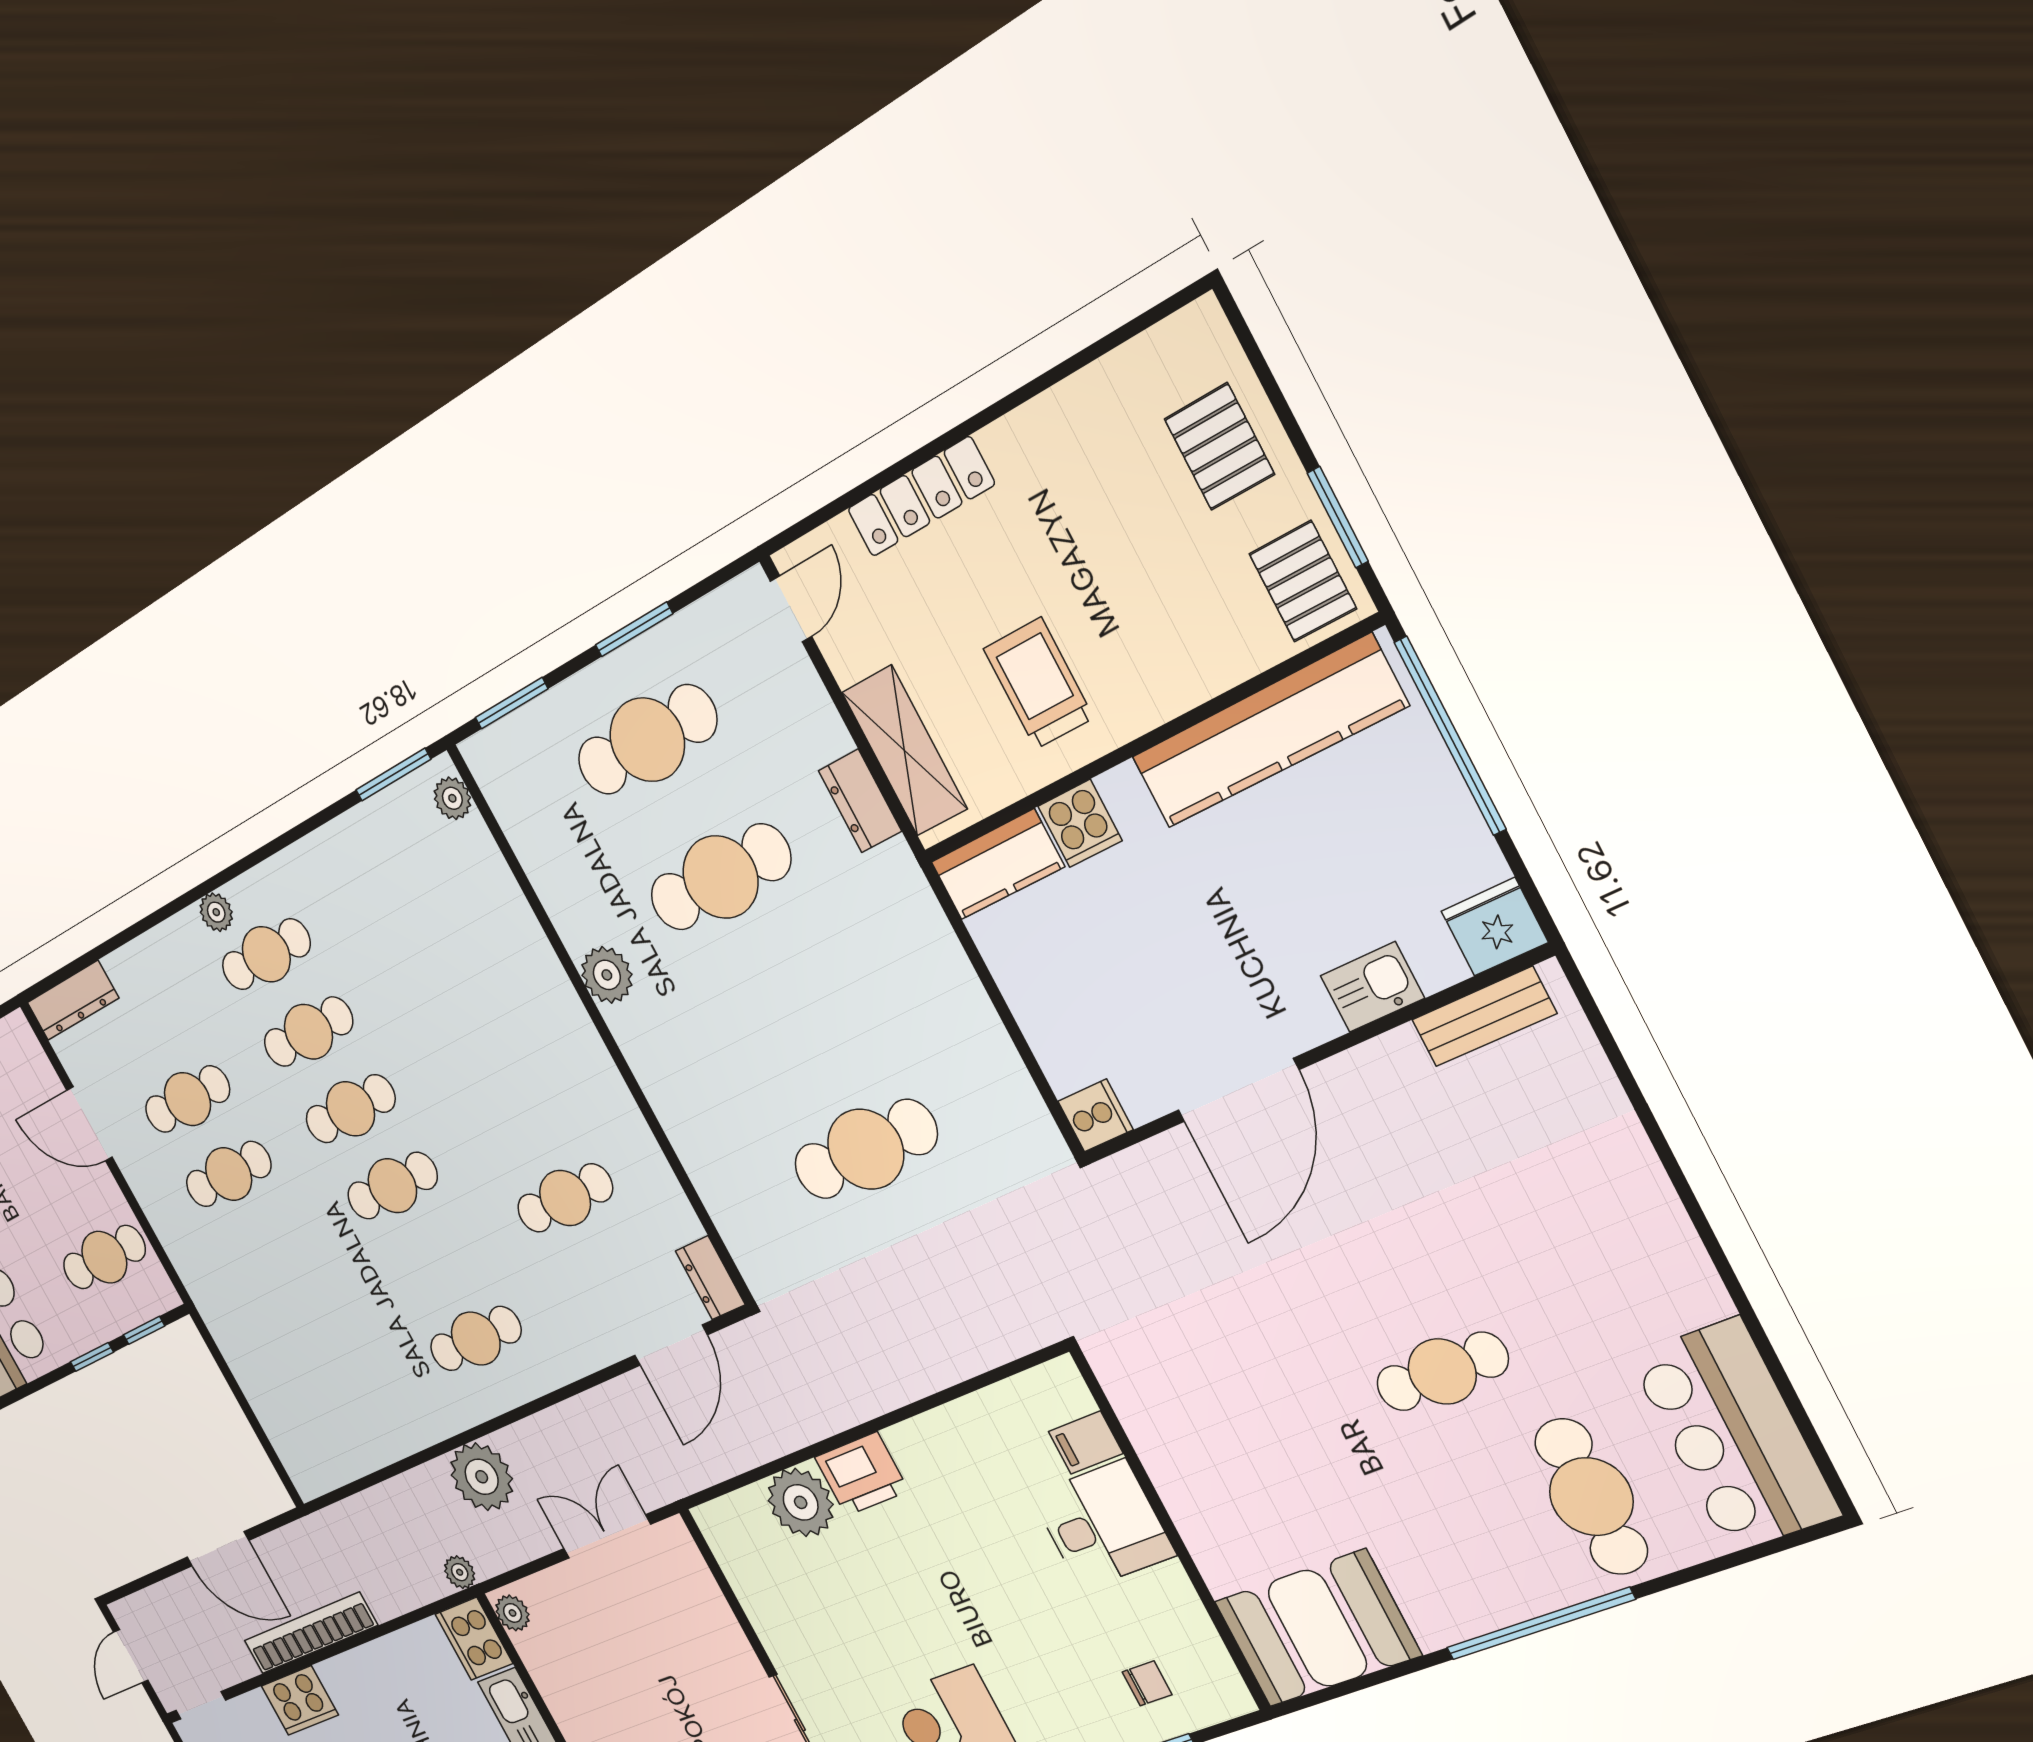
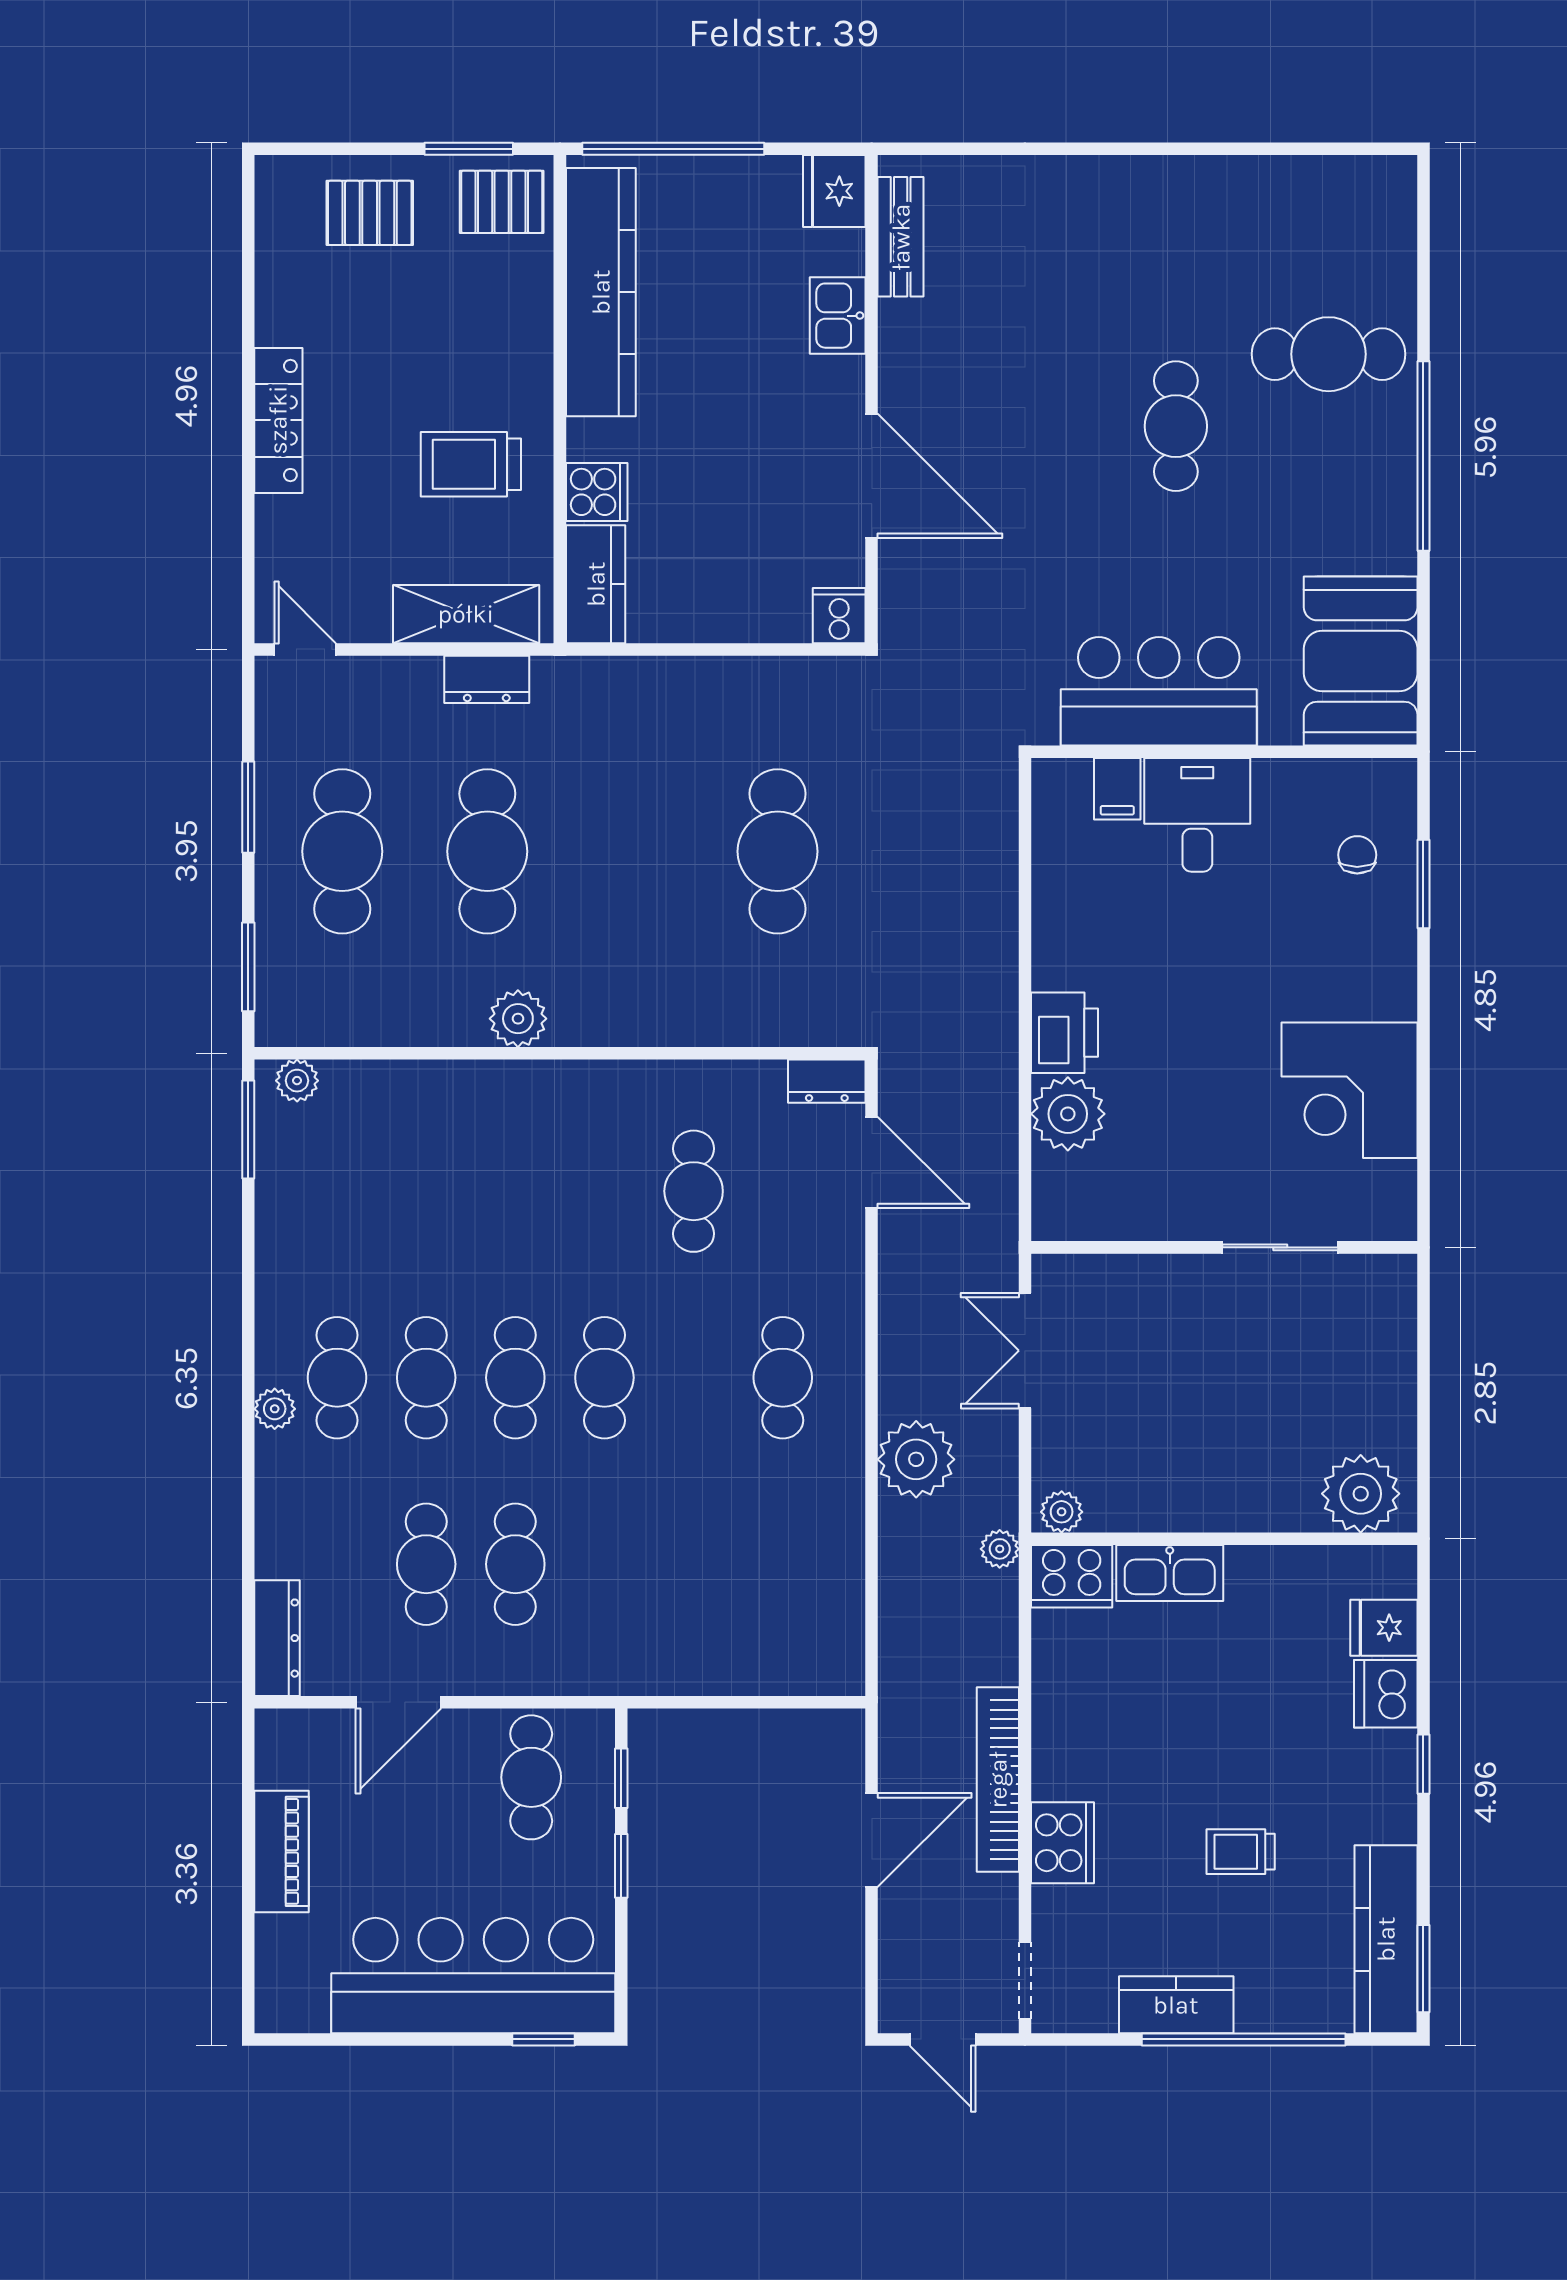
locker: (921, 497) -> (278, 420), moved
bar counter: (1734, 1436) -> (1159, 691), moved, turned 180

